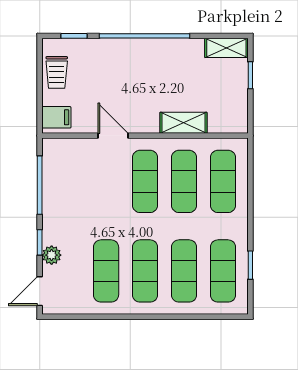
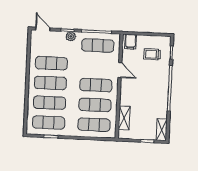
trolley: (57, 72) -> (152, 54), moved
shelving: (183, 123) -> (124, 118), moved
door: (113, 136) -> (120, 70), hinge flipped
exercise mat: (67, 181) -> (98, 46), added
plant: (52, 255) -> (71, 36), moved

